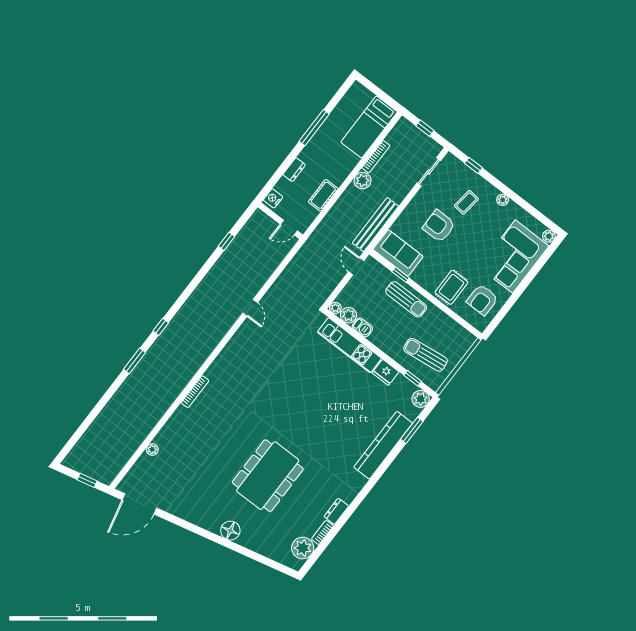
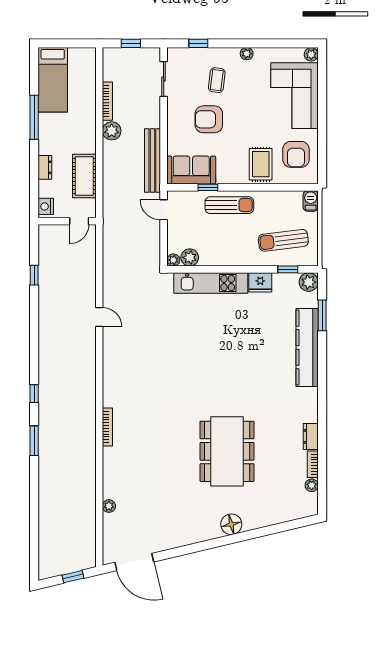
bed: (369, 127) -> (53, 80), moved
cot: (323, 195) -> (84, 176), width x1.37, depth x1.34
barbecue: (362, 327) -> (311, 201), moved, turned -90
door: (139, 504) -> (134, 562), hinge flipped
plant: (303, 548) -> (312, 485), width x0.53, depth x0.53

